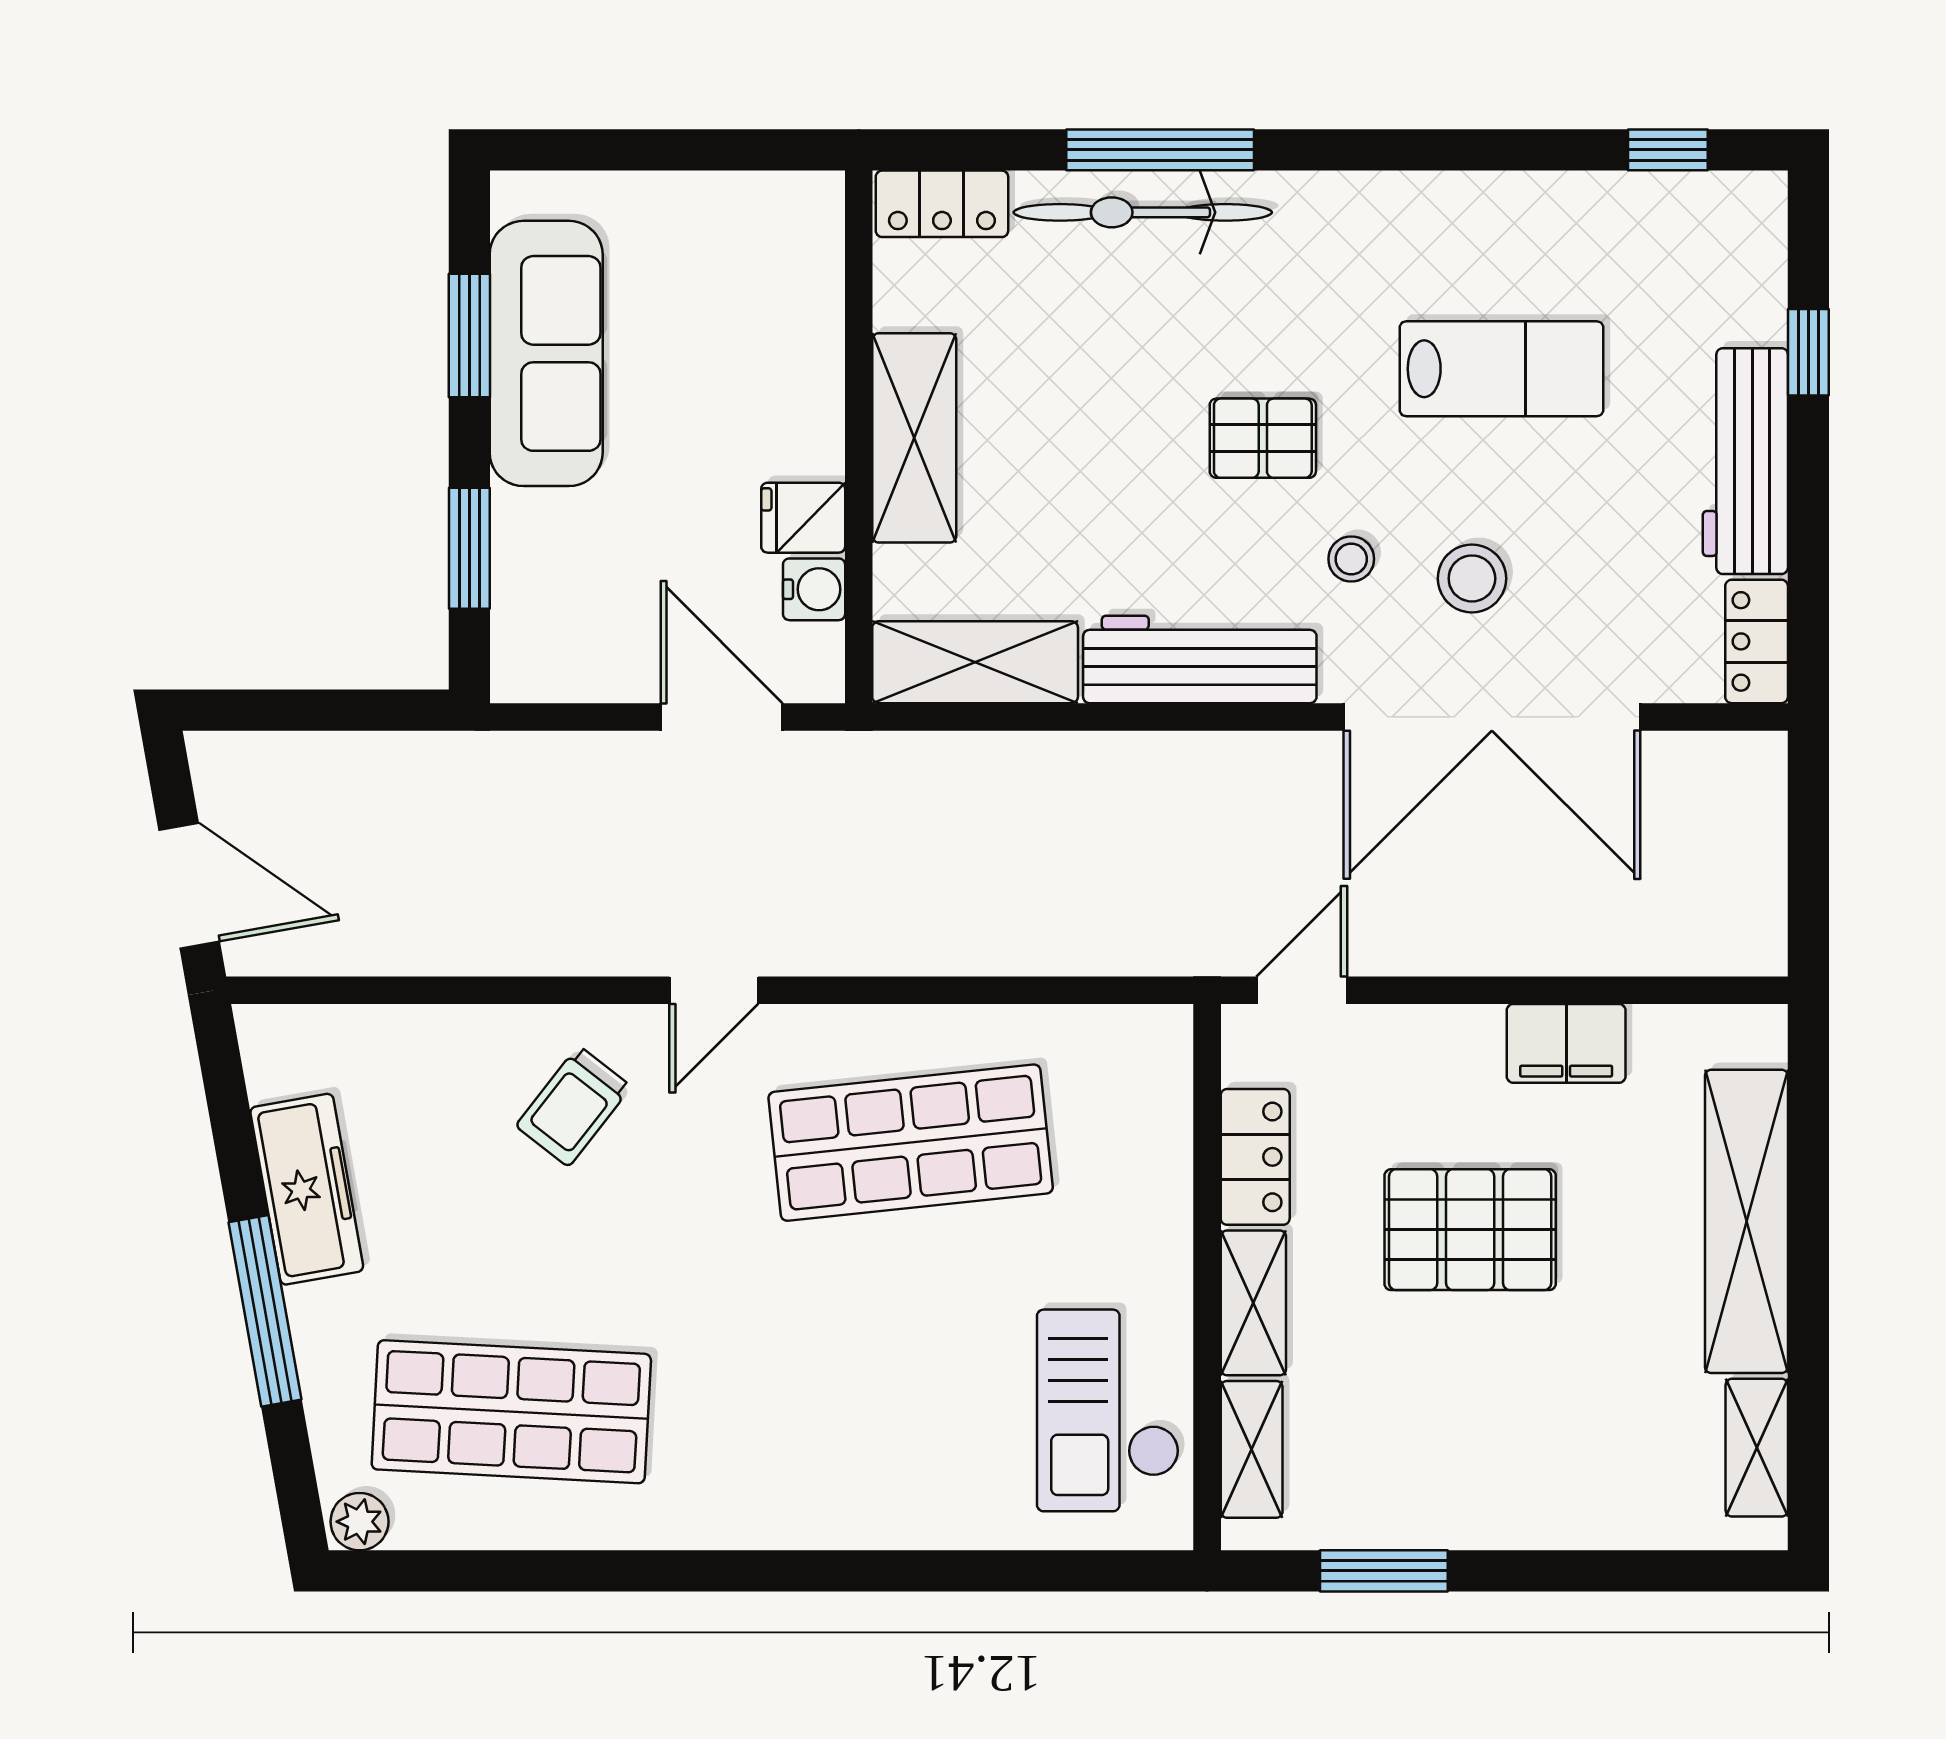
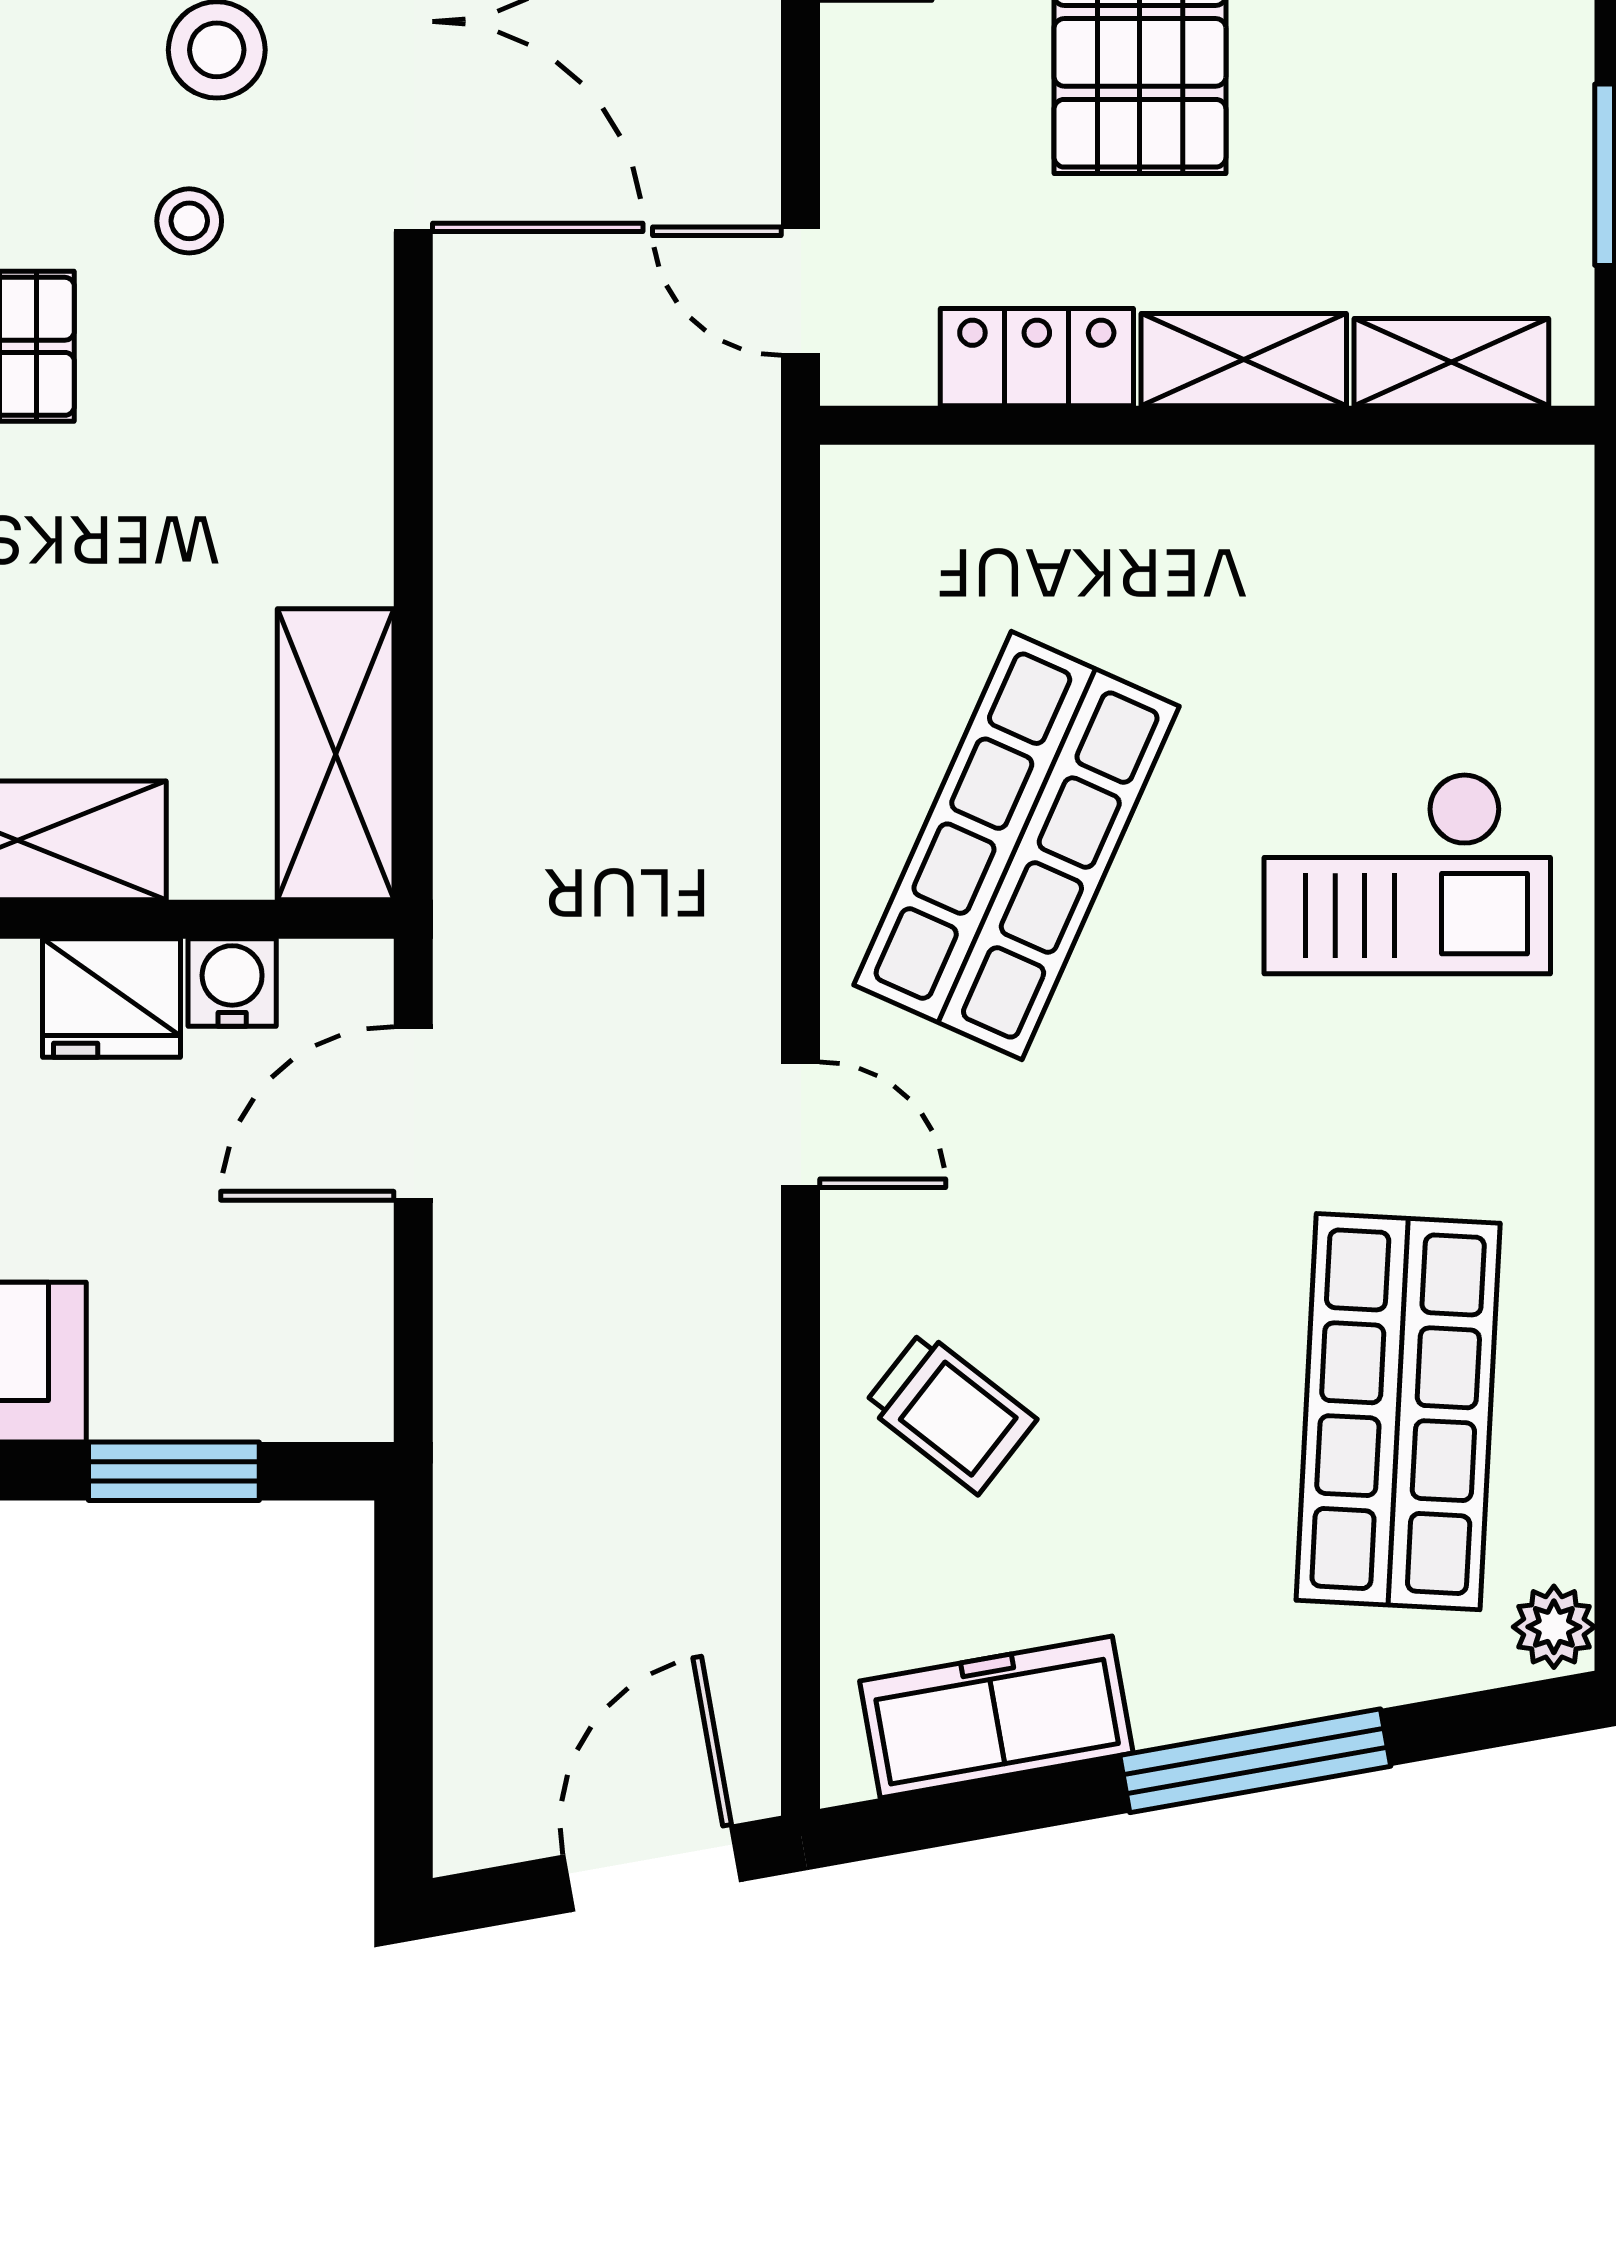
fridge: (803, 518) -> (111, 998), width x1.38
workbench: (1200, 659) -> (332, 436), removed
trolley: (573, 1106) -> (950, 1412), moved
shop shelf: (911, 1143) -> (1017, 846), turned 30
freezer: (307, 1189) -> (996, 1717), moved
checkout: (1108, 1410) -> (1407, 873), moved

